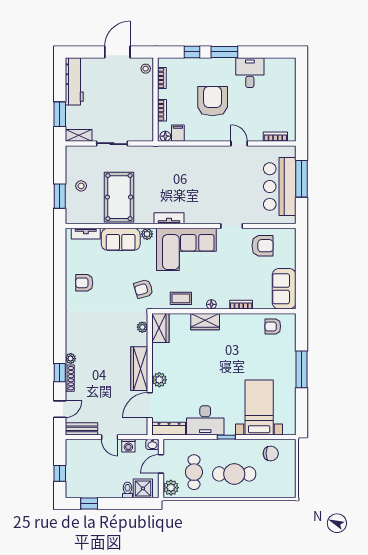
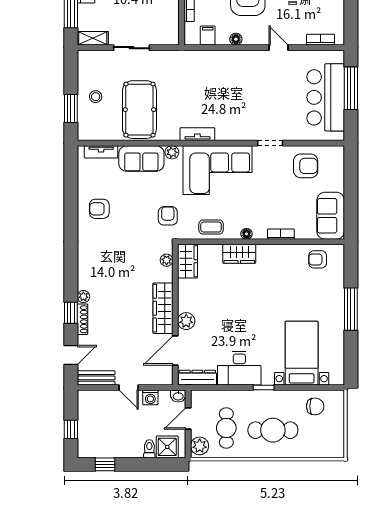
floor lamp: (165, 136) -> (236, 39), moved
armchair: (143, 289) -> (168, 216), turned 106

